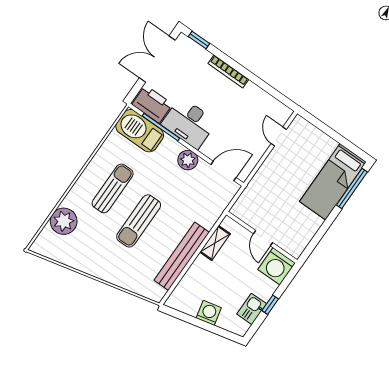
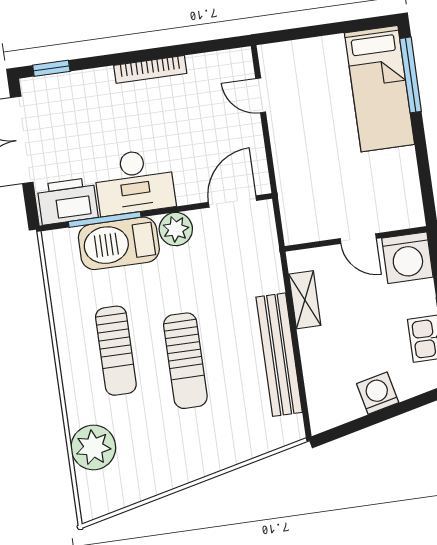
bookcase: (228, 71) -> (150, 69), moved
barbecue: (140, 131) -> (119, 243), moved
sun lounger: (113, 188) -> (116, 351), turned 180

